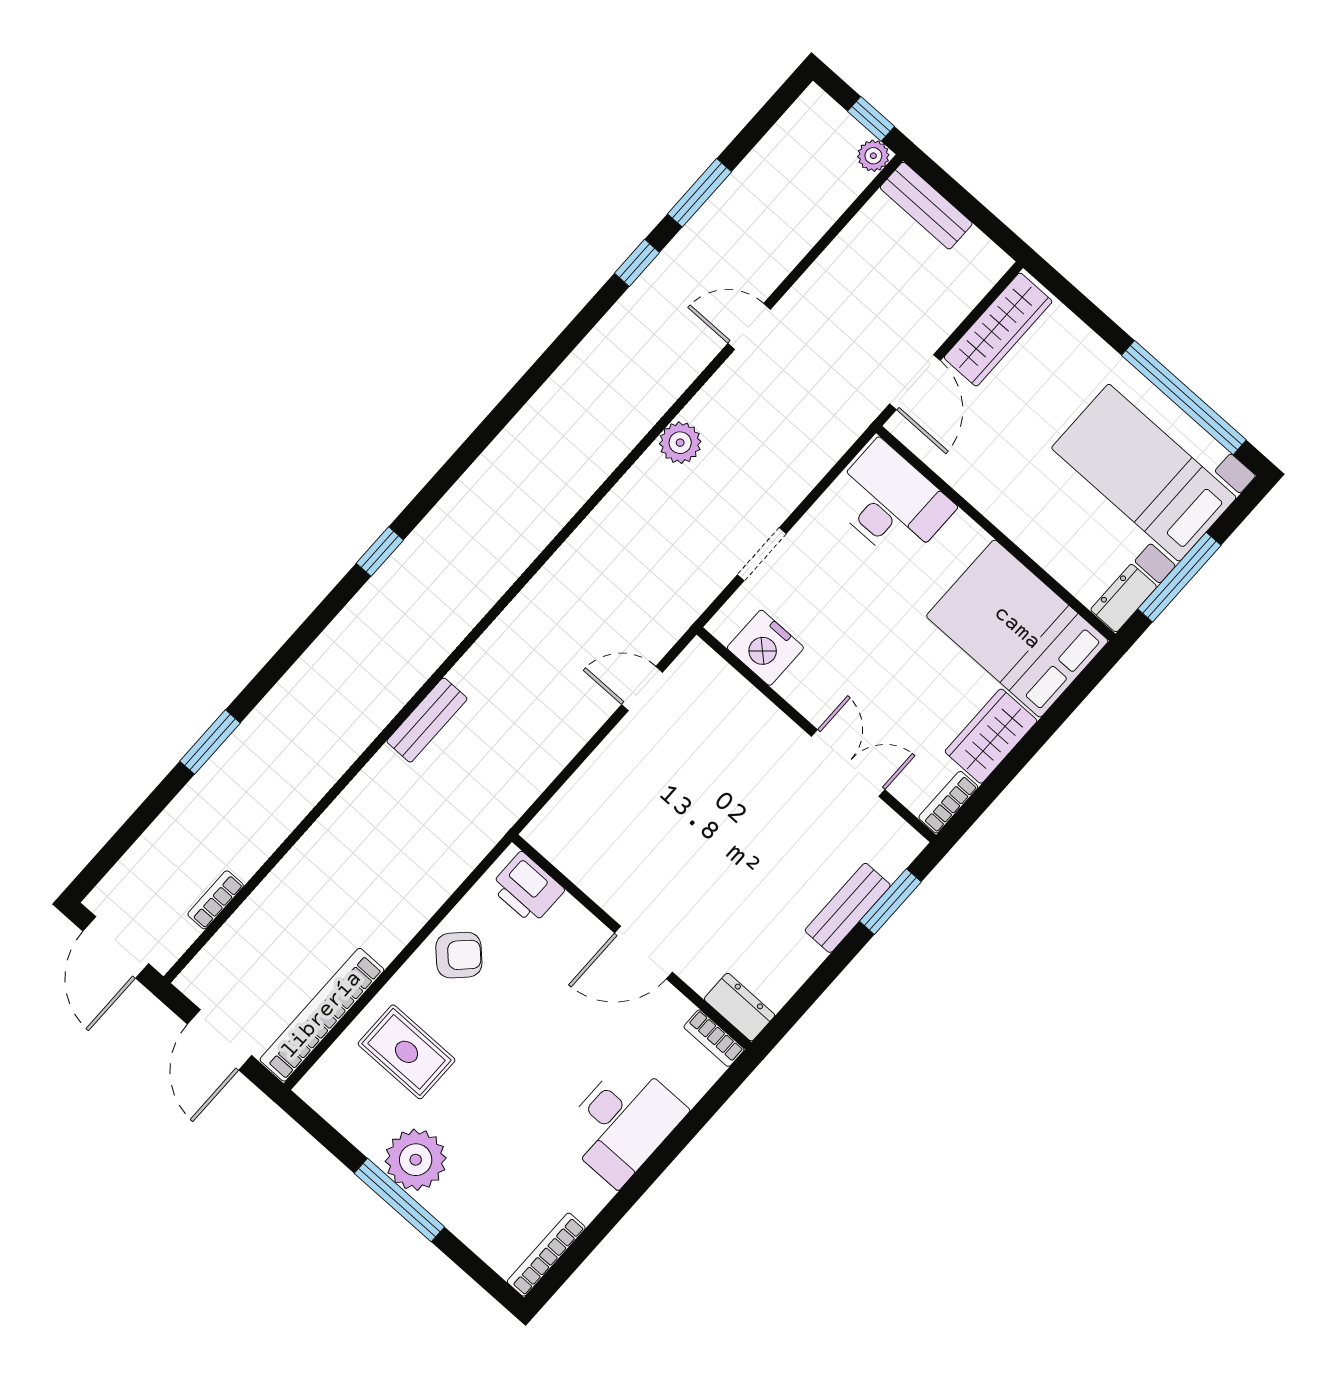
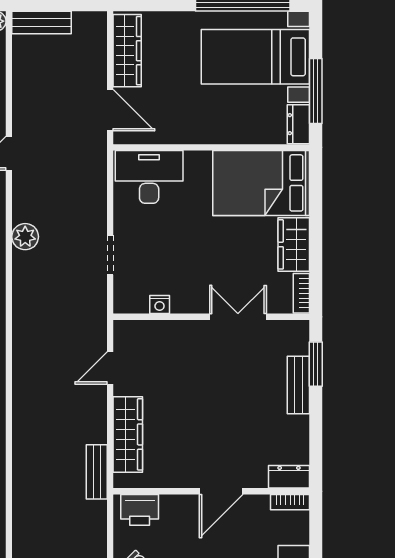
nightstand: (765, 648) -> (160, 305), width x0.53, depth x0.56
bench: (427, 720) -> (97, 472), moved
wardrobe: (593, 786) -> (128, 434), added

